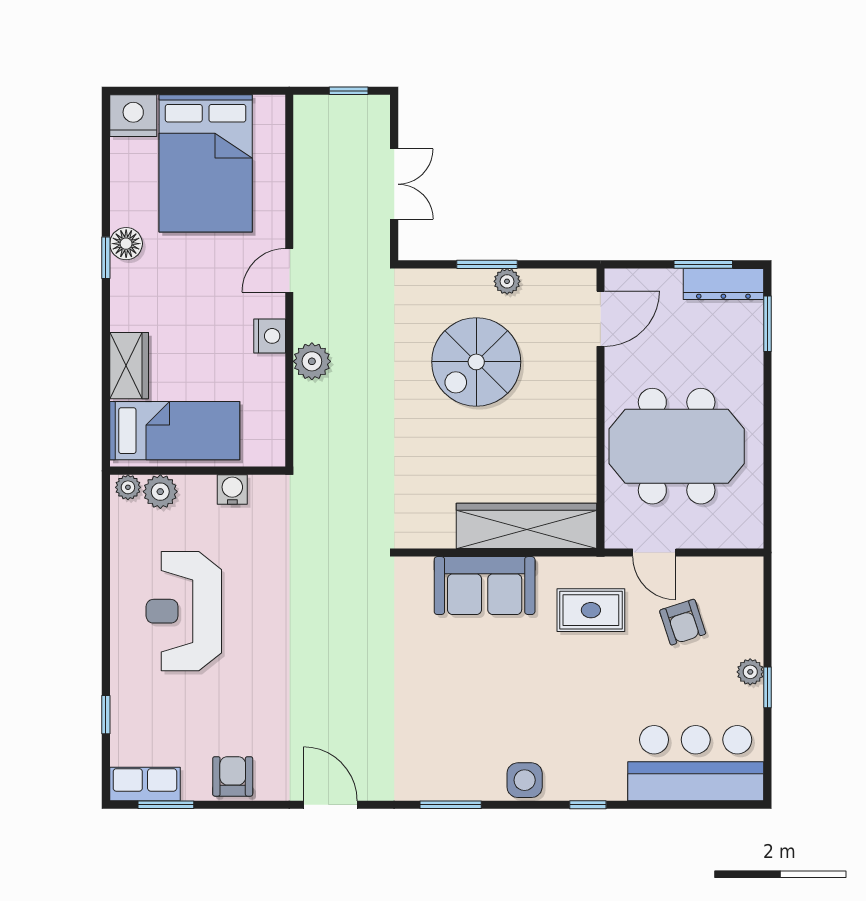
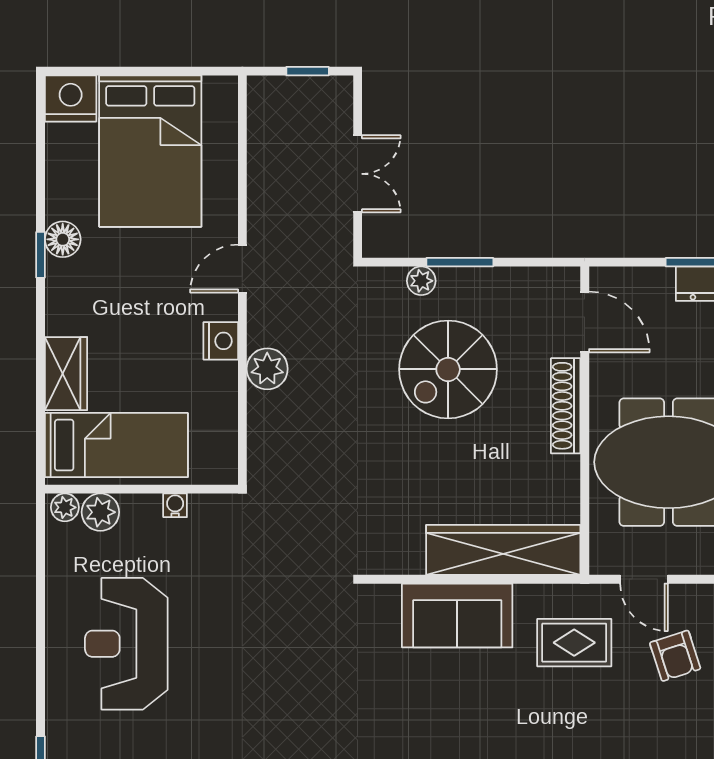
plant: (507, 281) -> (421, 281), moved
door: (600, 319) -> (585, 322), hinge flipped
shoe rack: (583, 395) -> (566, 406), added
water cooler: (232, 490) -> (175, 505), width x0.72, depth x0.72

